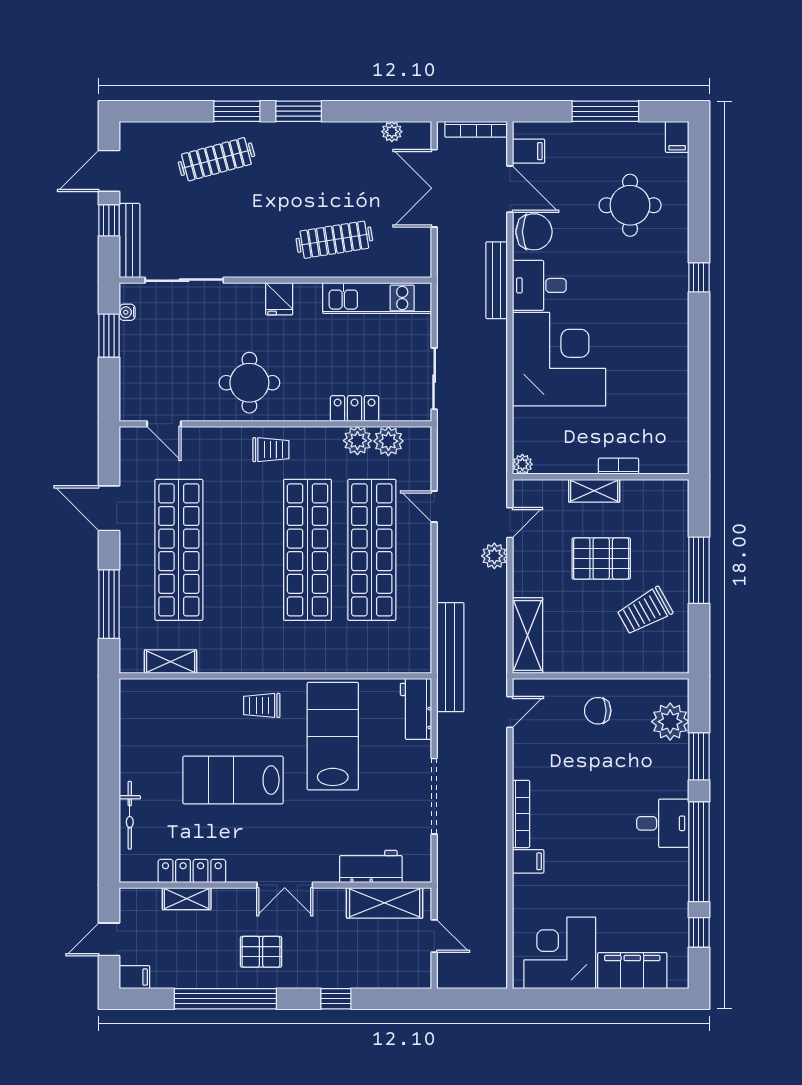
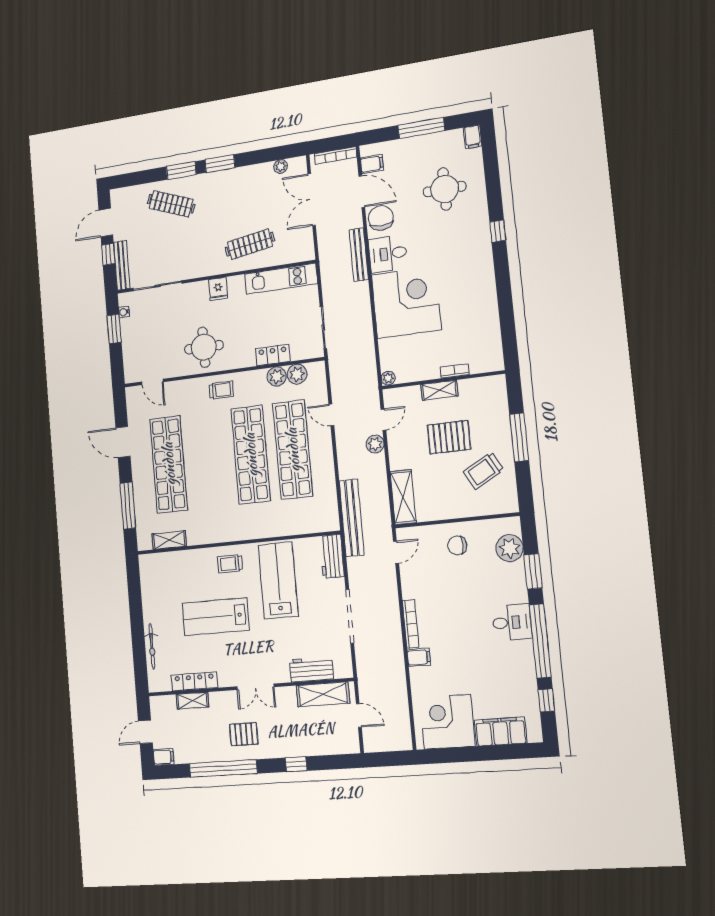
clothes rail: (216, 159) -> (171, 204), turned 36
chair: (534, 232) -> (381, 218), turned -90

